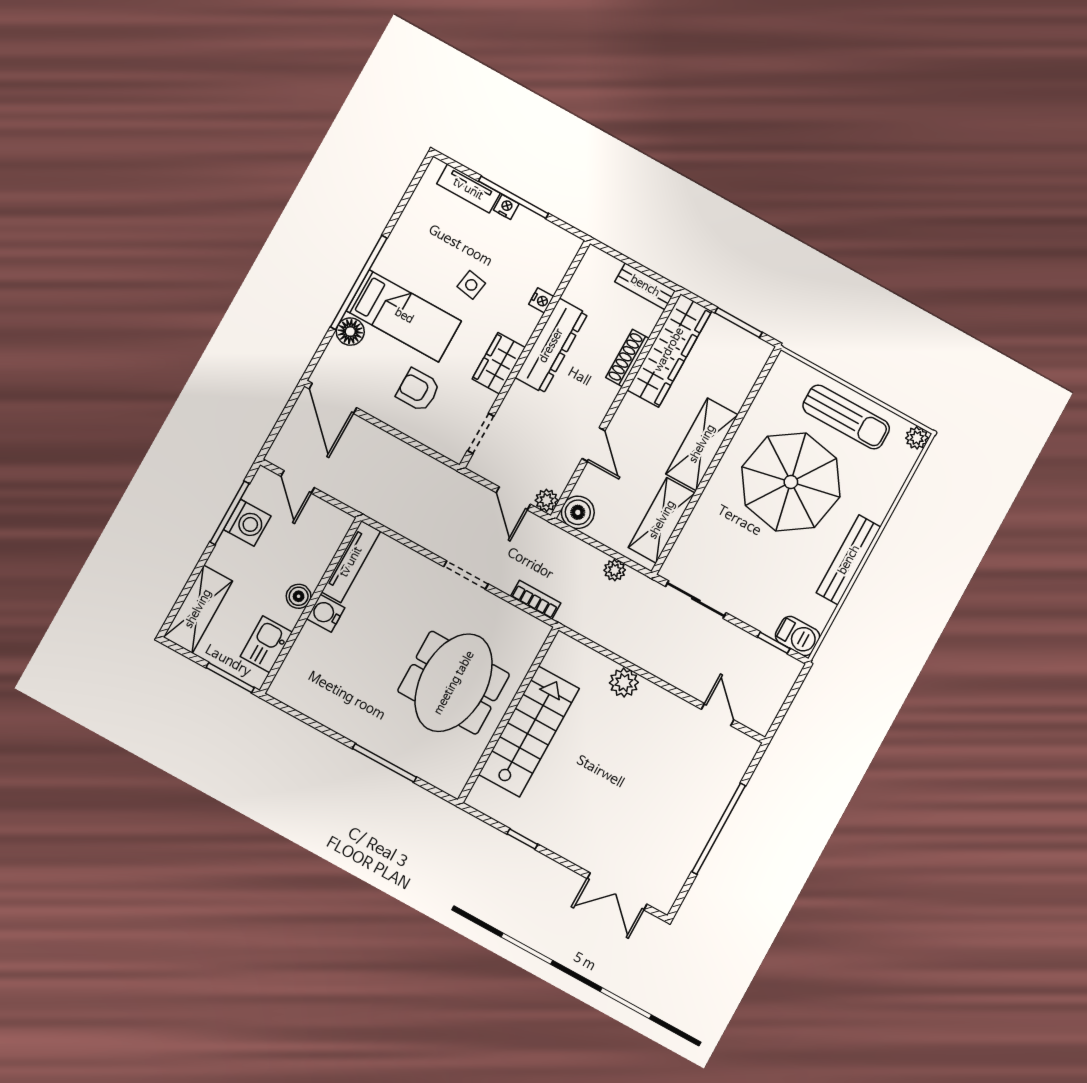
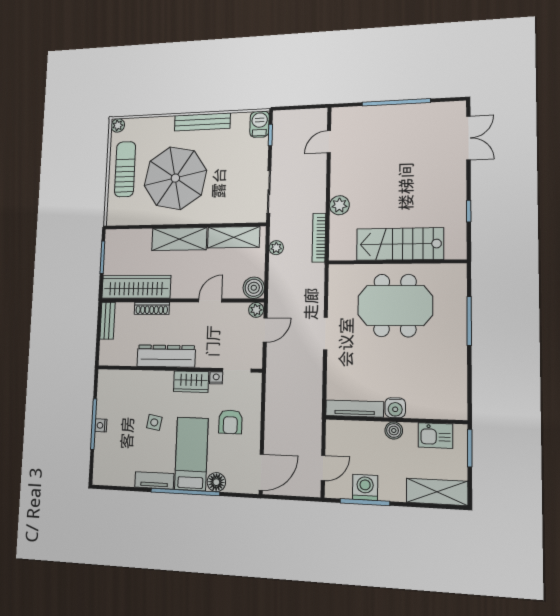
tv unit: (468, 189) -> (154, 480), moved, turned -90
nightstand: (541, 300) -> (216, 378), moved
bookcase: (536, 600) -> (319, 238), moved, width x1.56

